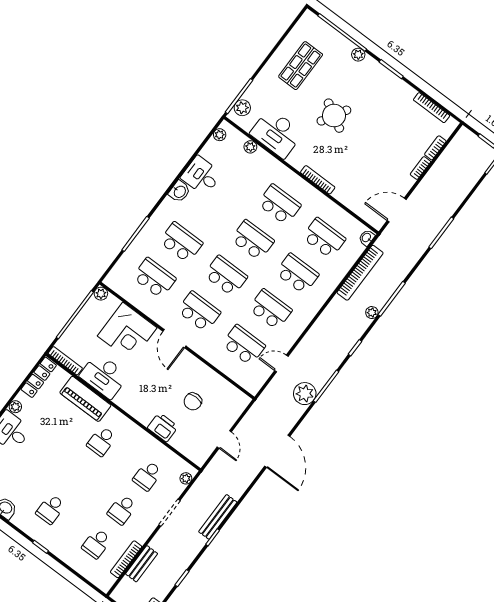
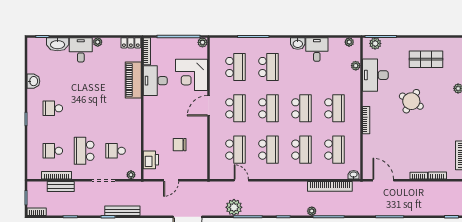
locker: (39, 377) -> (131, 43), width x0.66
printer: (163, 427) -> (151, 160), moved
school desk: (102, 441) -> (116, 108), removed
school desk: (122, 510) -> (84, 151), width x1.85

